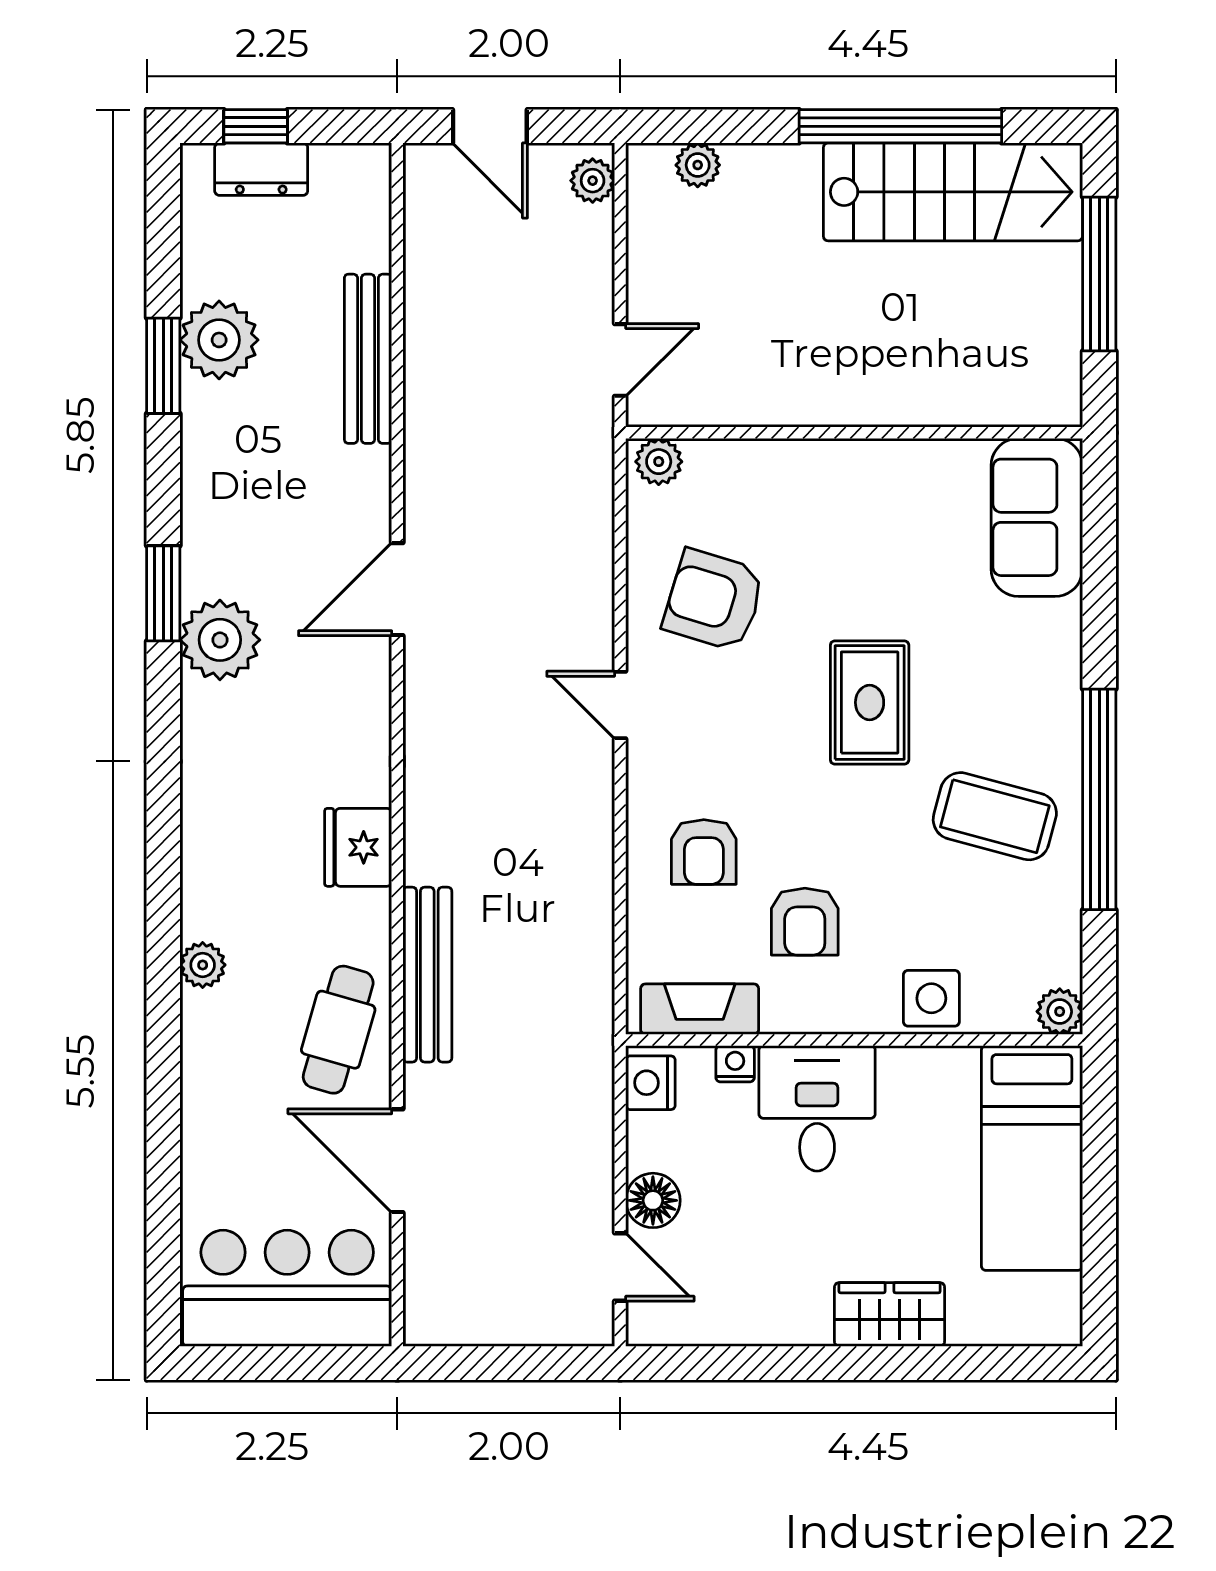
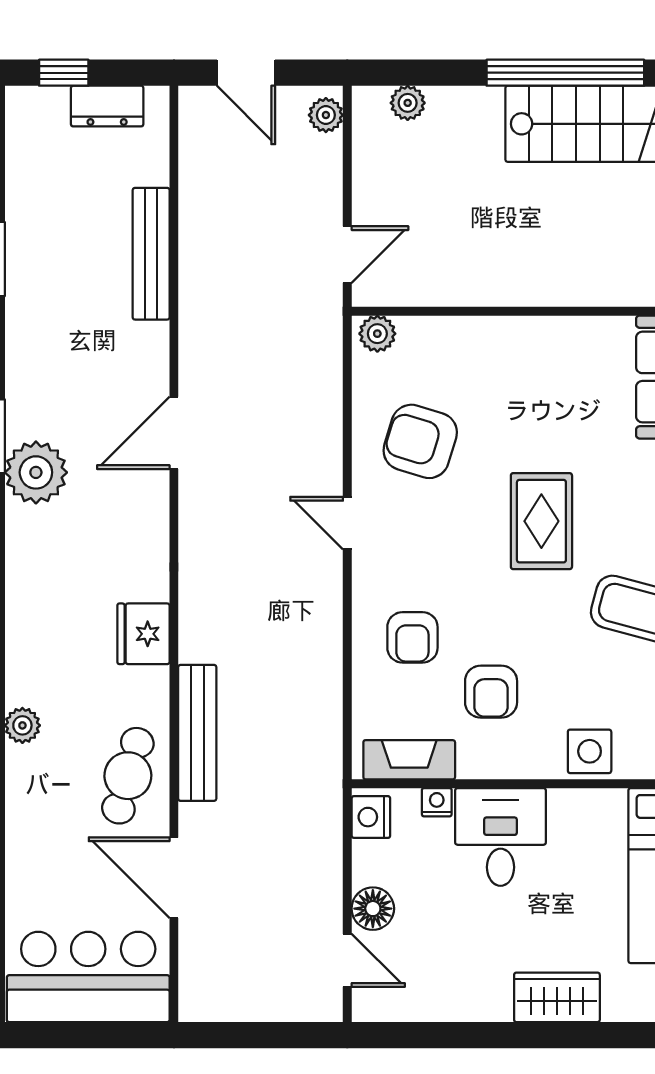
dresser: (261, 169) -> (107, 106), moved
plant: (219, 340) -> (35, 239), removed

